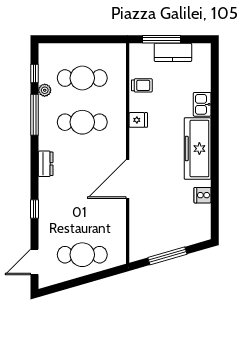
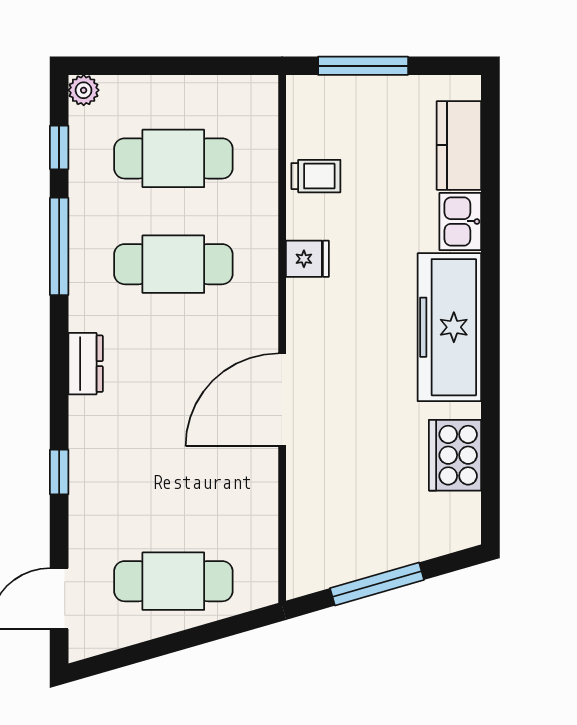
kitchen counter: (173, 52) -> (459, 145), moved, turned 90
plant: (45, 90) -> (84, 90), moved
cooker: (203, 195) -> (455, 455), width x1.87, depth x1.31

